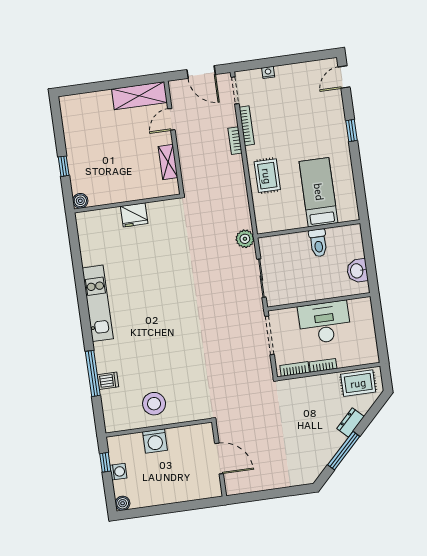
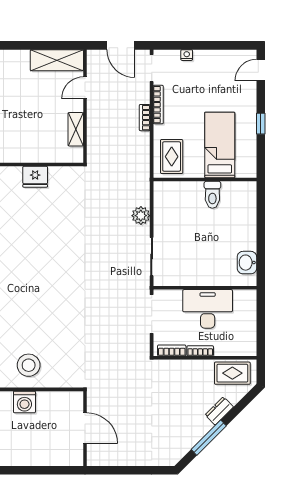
bed: (319, 192) -> (220, 145), moved
wall: (309, 229) -> (205, 179), moved
toilet: (318, 243) -> (212, 195), moved

